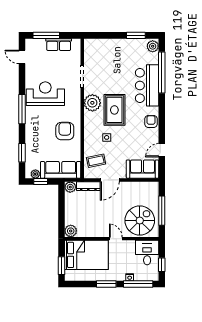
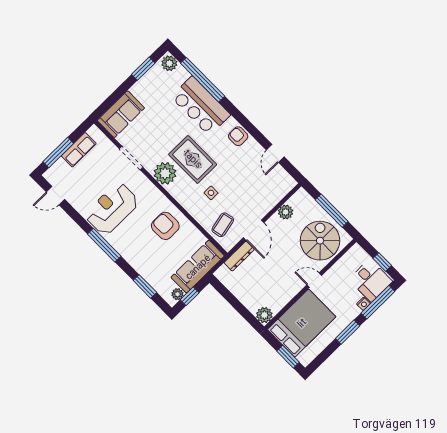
sofa: (142, 169) -> (121, 114), moved, turned 180
plant: (70, 187) -> (286, 212), moved
desk: (147, 253) -> (371, 280), moved, turned 180

